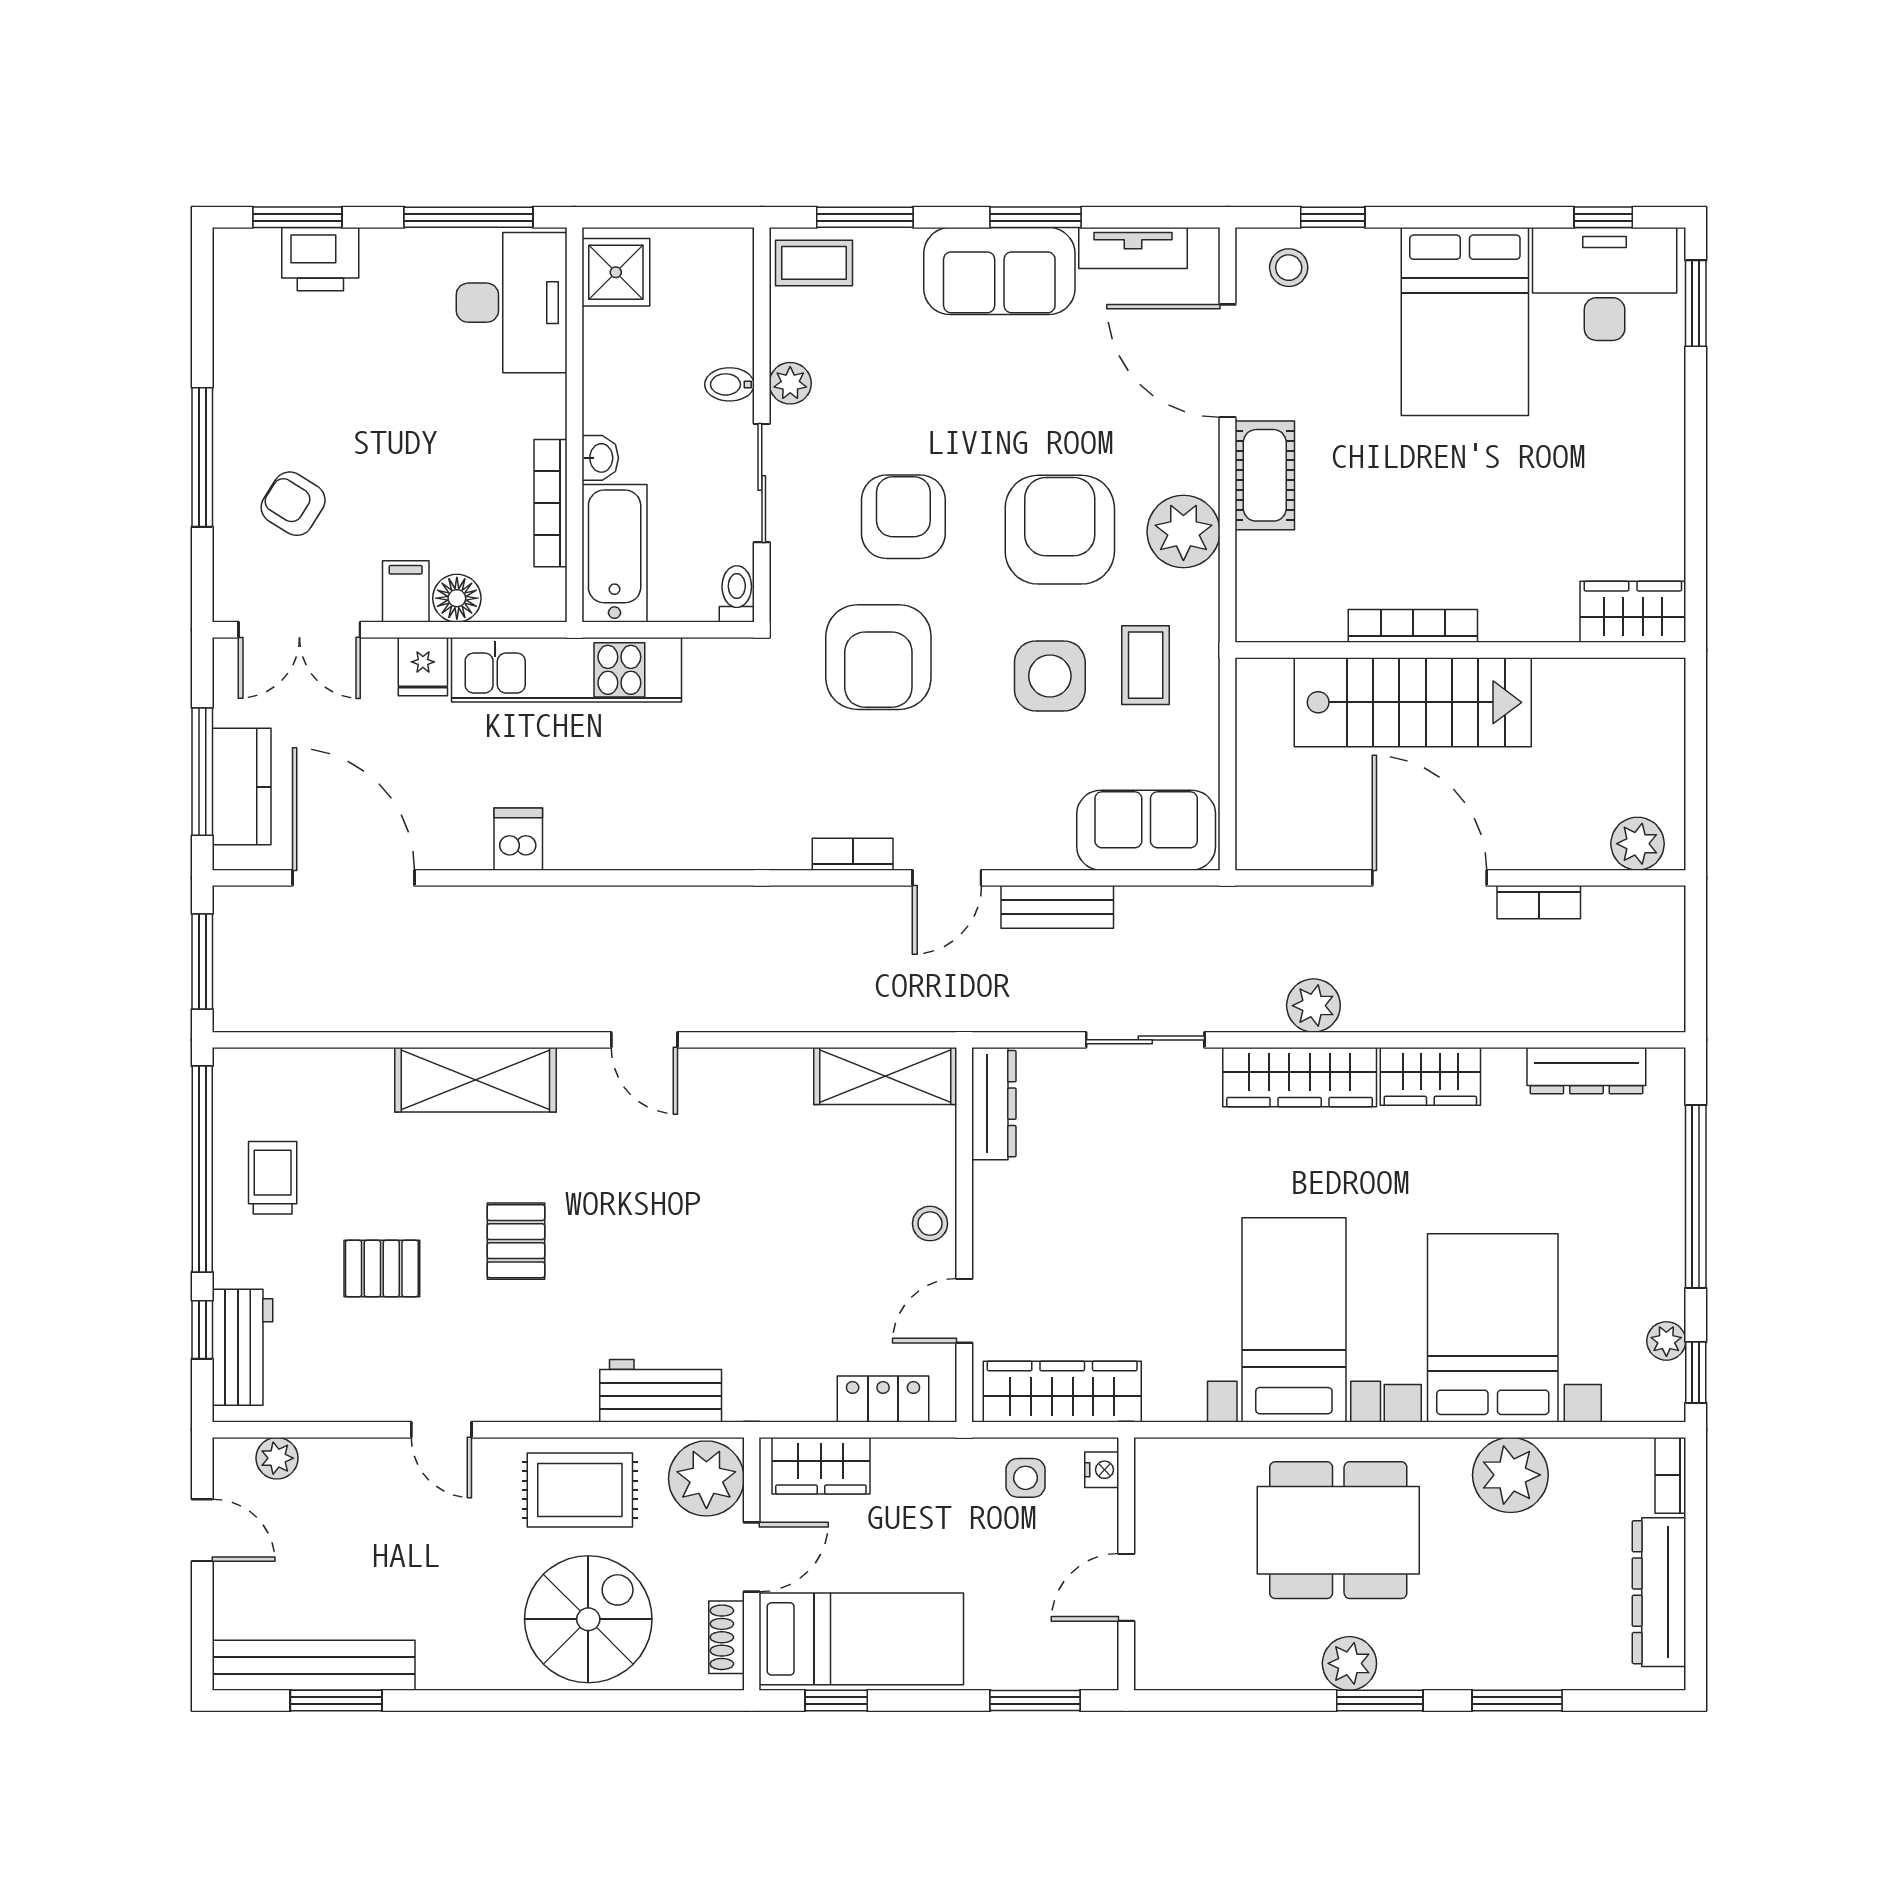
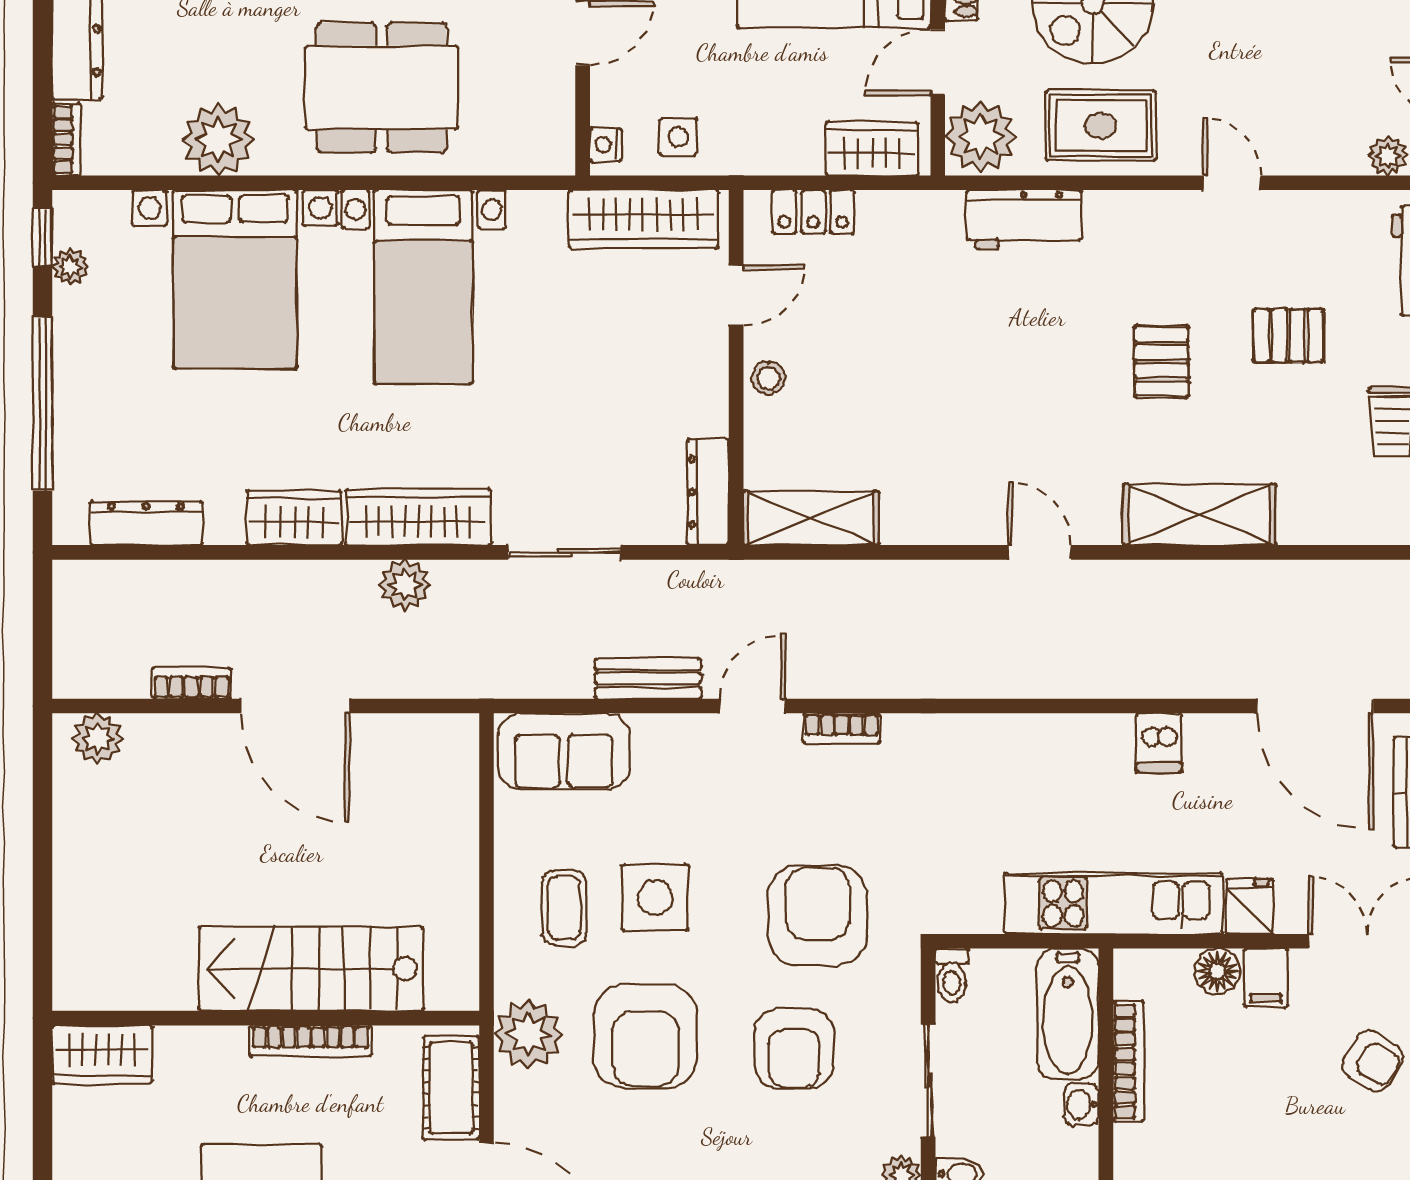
wardrobe: (1633, 612) -> (102, 1054), moved
bookcase: (1413, 626) -> (311, 1041), moved
wall: (1460, 650) -> (266, 1018), moved
stairs: (1413, 702) -> (311, 969), moved

